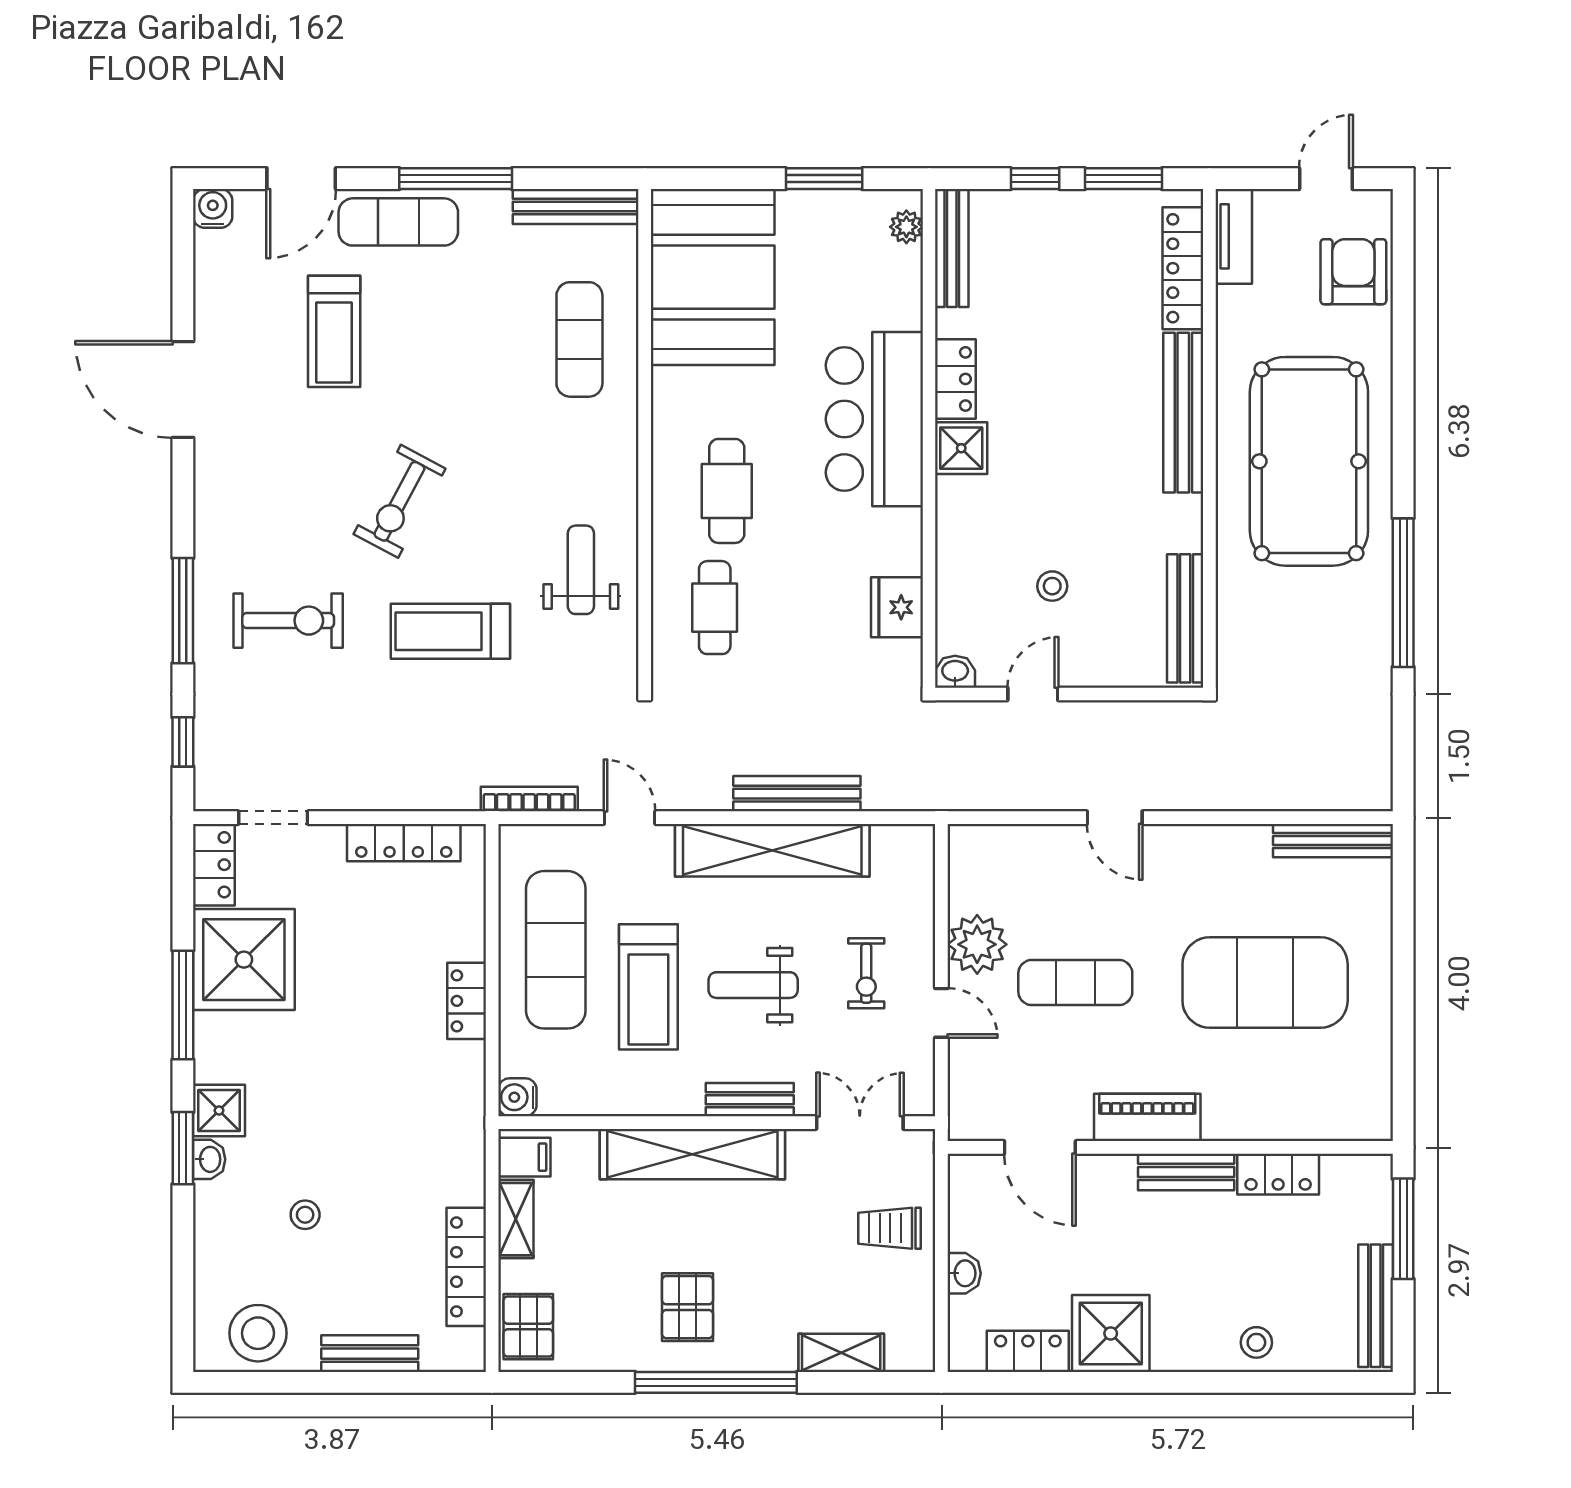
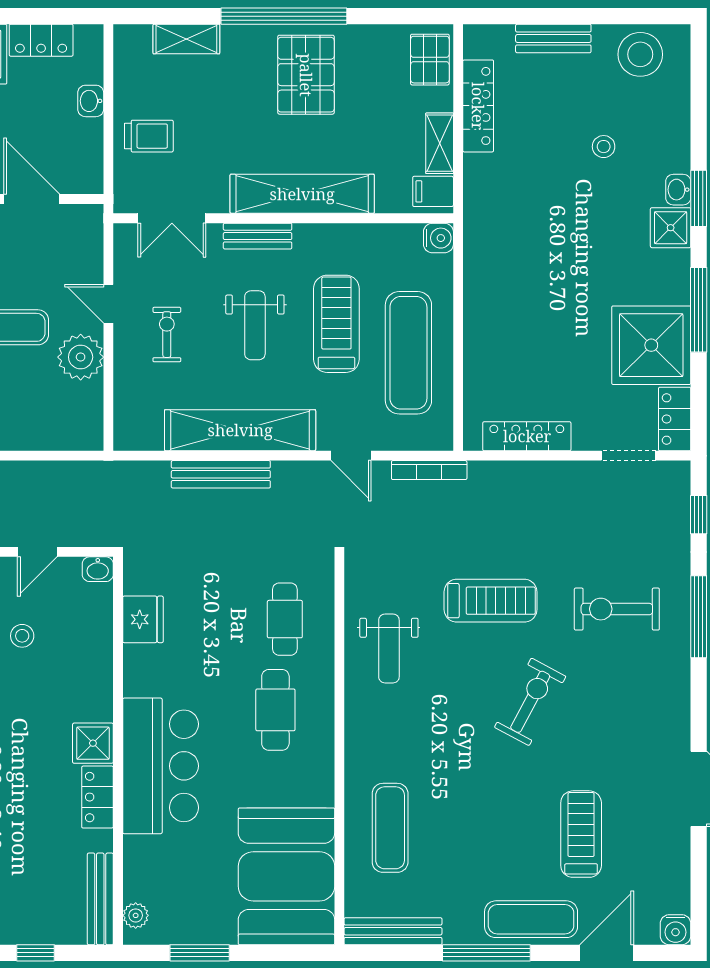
weight bench: (753, 985) -> (255, 325), turned 90
locker: (467, 1001) -> (478, 313), removed
pallet: (688, 1307) -> (306, 75), width x1.50, depth x1.42

